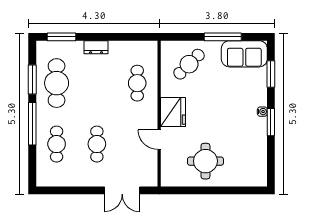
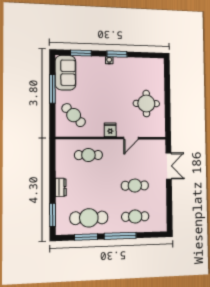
fridge: (173, 112) -> (110, 130), width x0.53, depth x0.75

